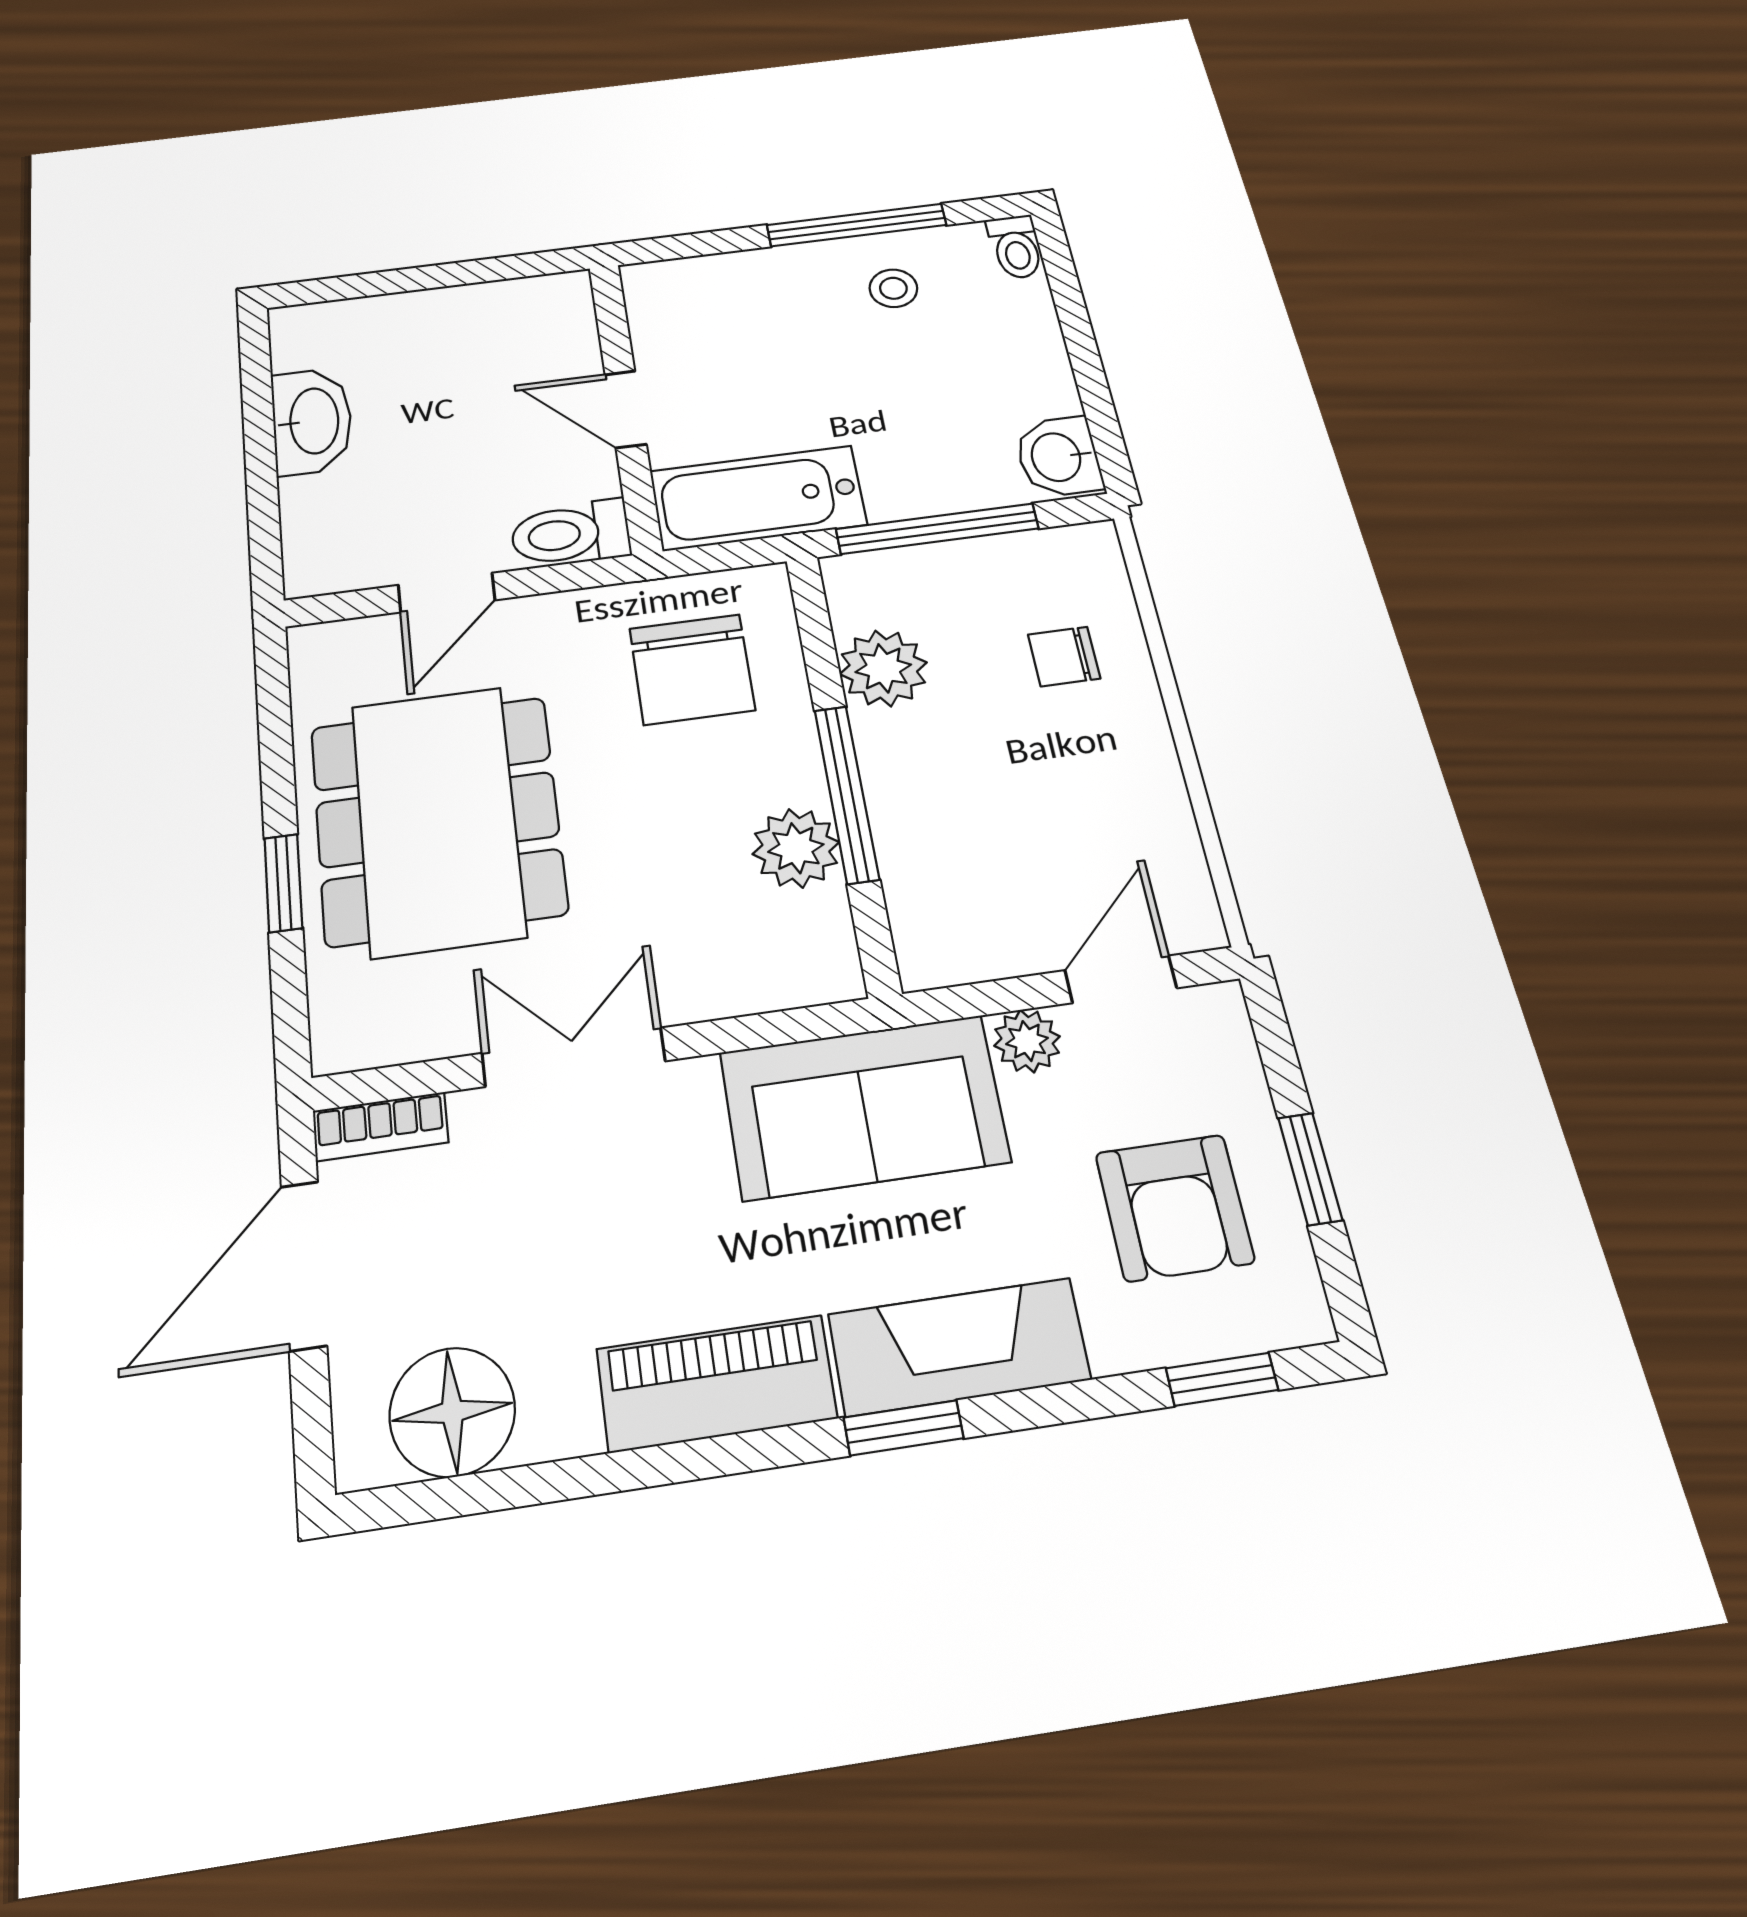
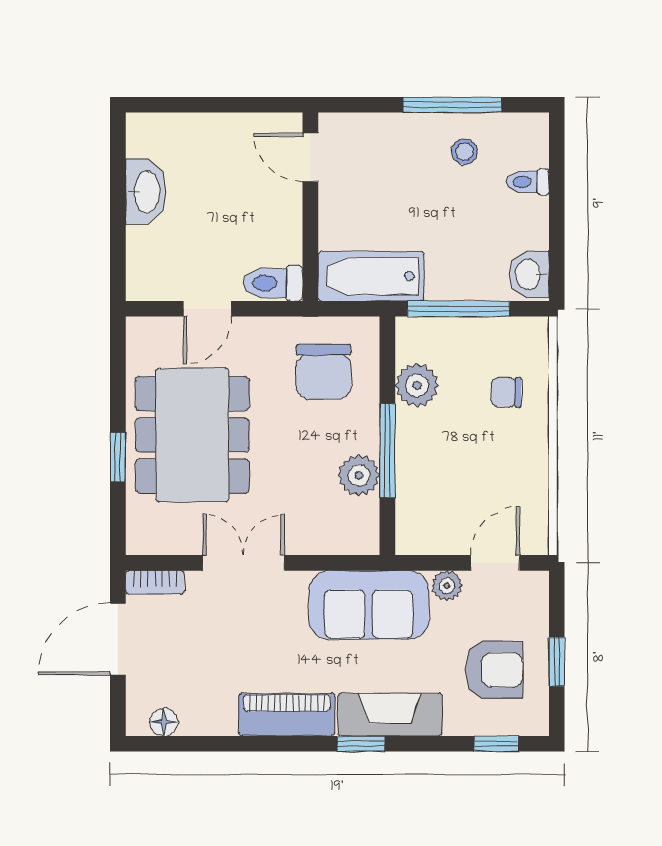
toilet: (1016, 247) -> (528, 182), moved, turned 90
door: (625, 409) -> (310, 158), moved
armchair: (1175, 1208) -> (494, 670), turned -90
floor lamp: (452, 1412) -> (164, 722), width x0.53, depth x0.53

